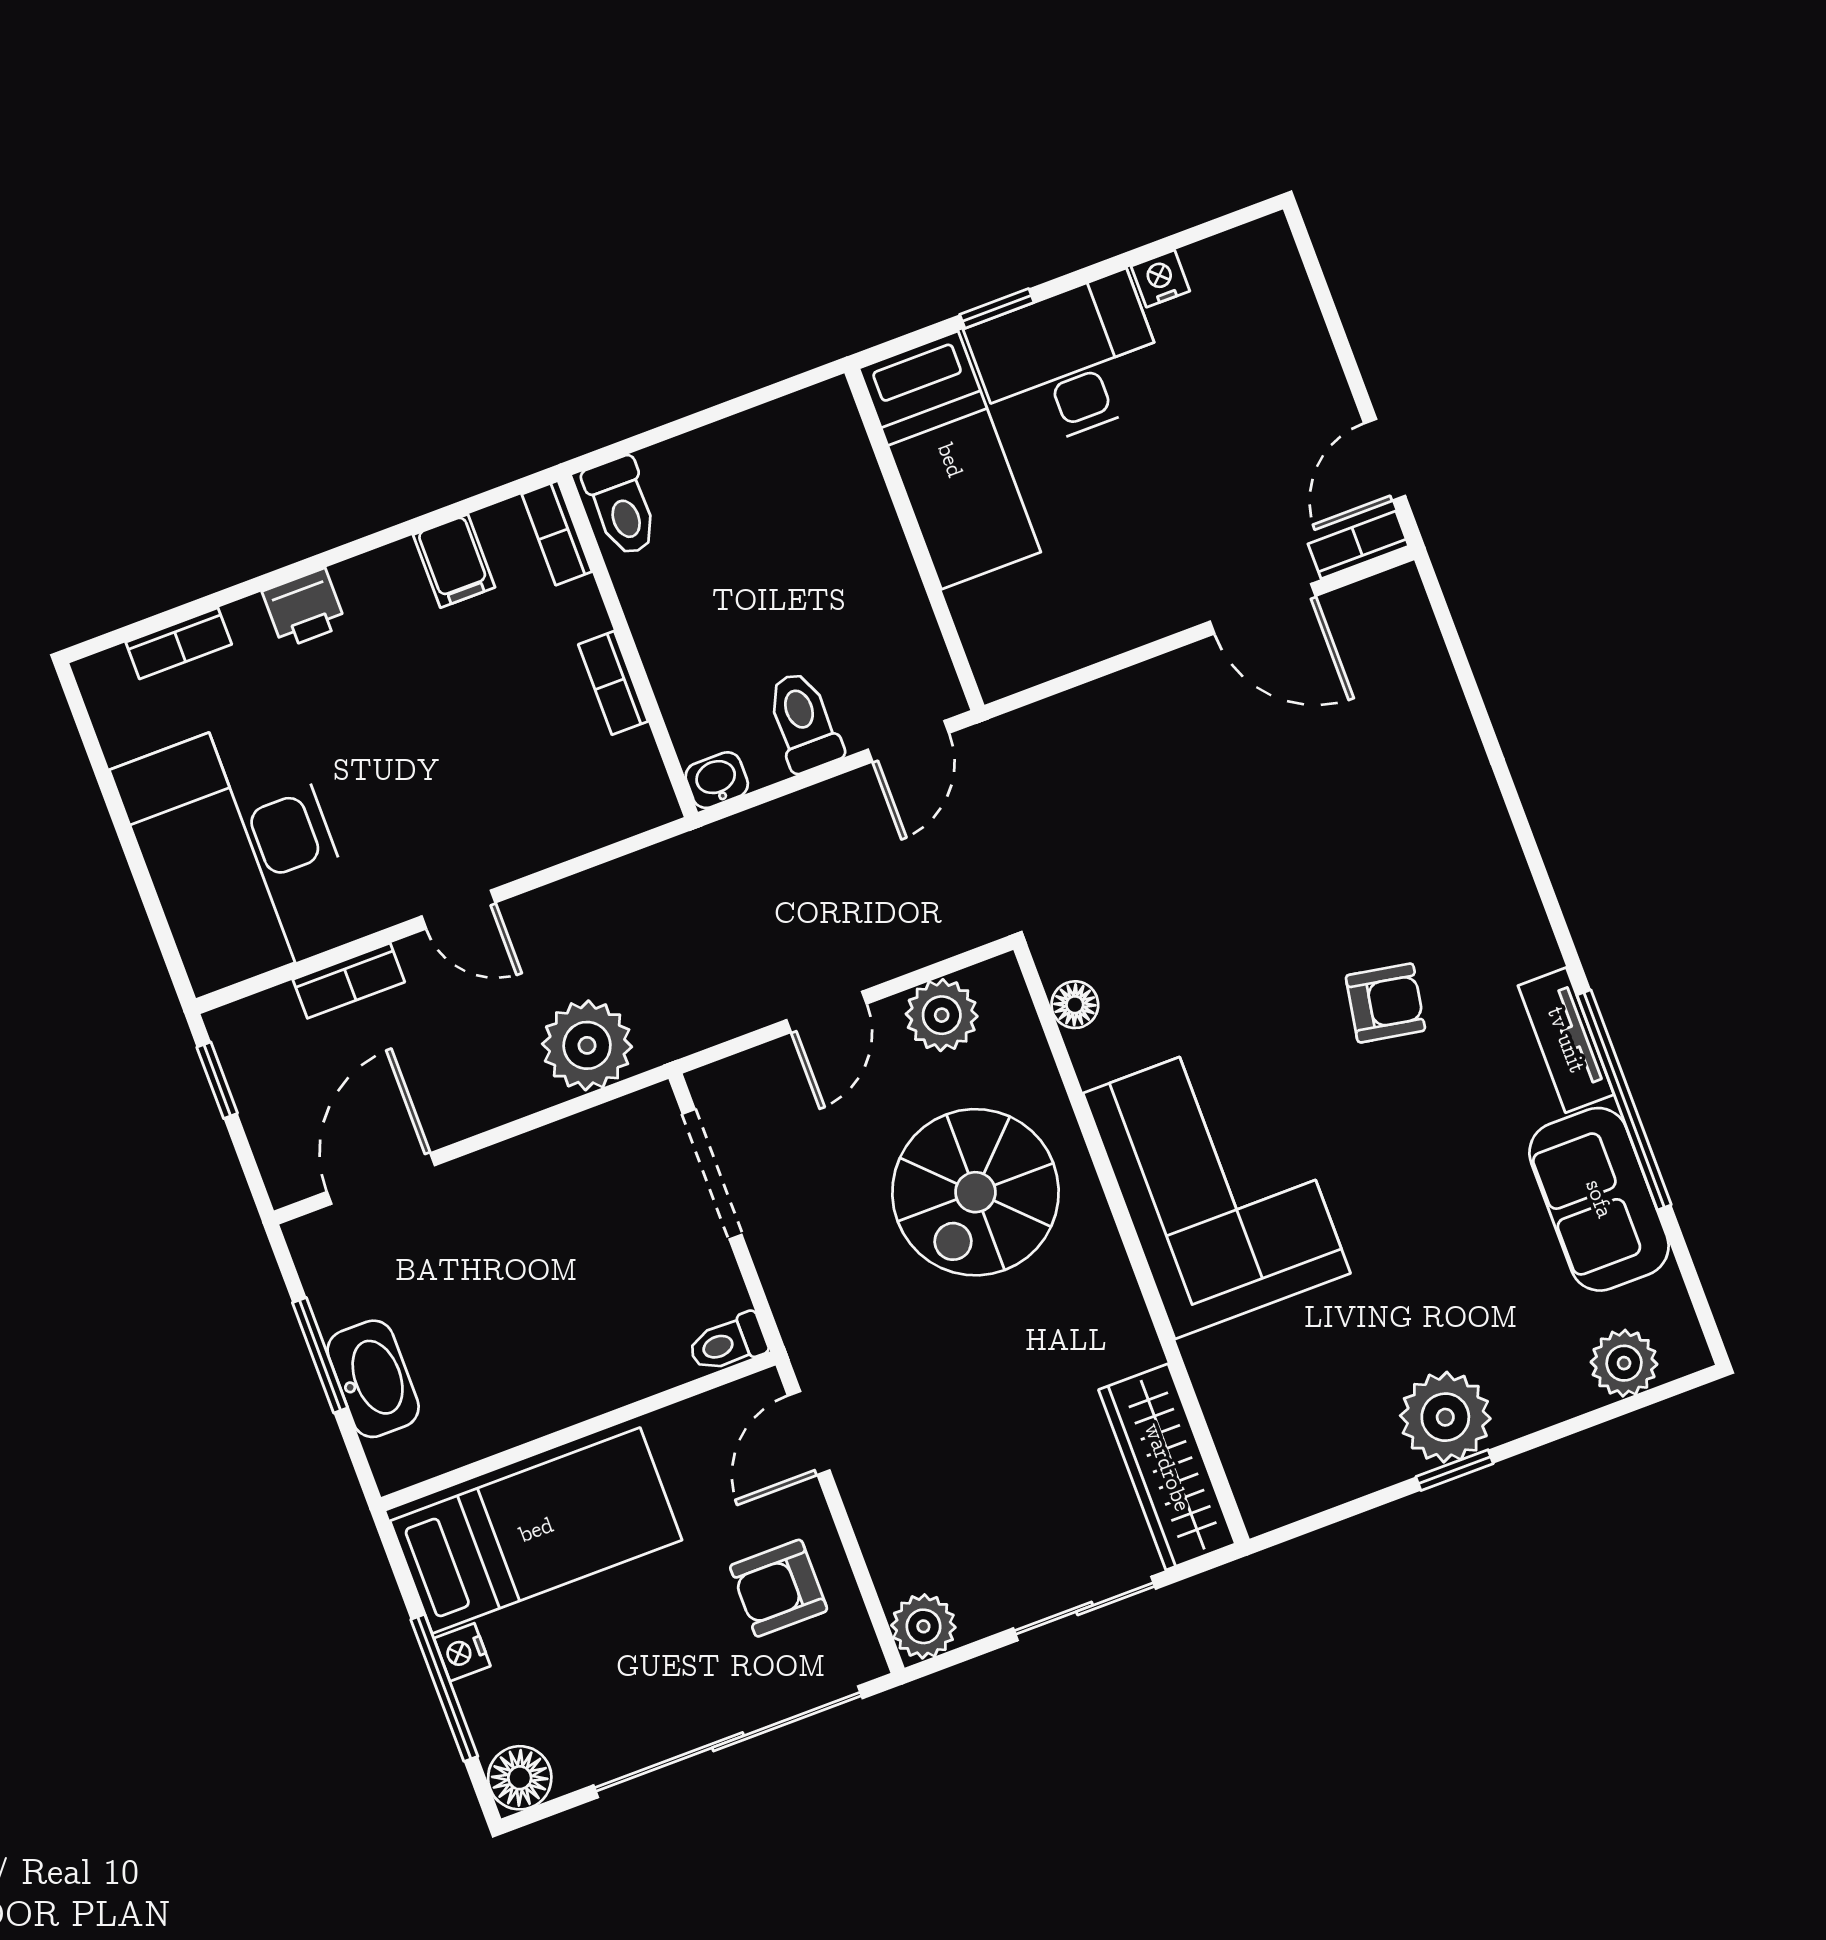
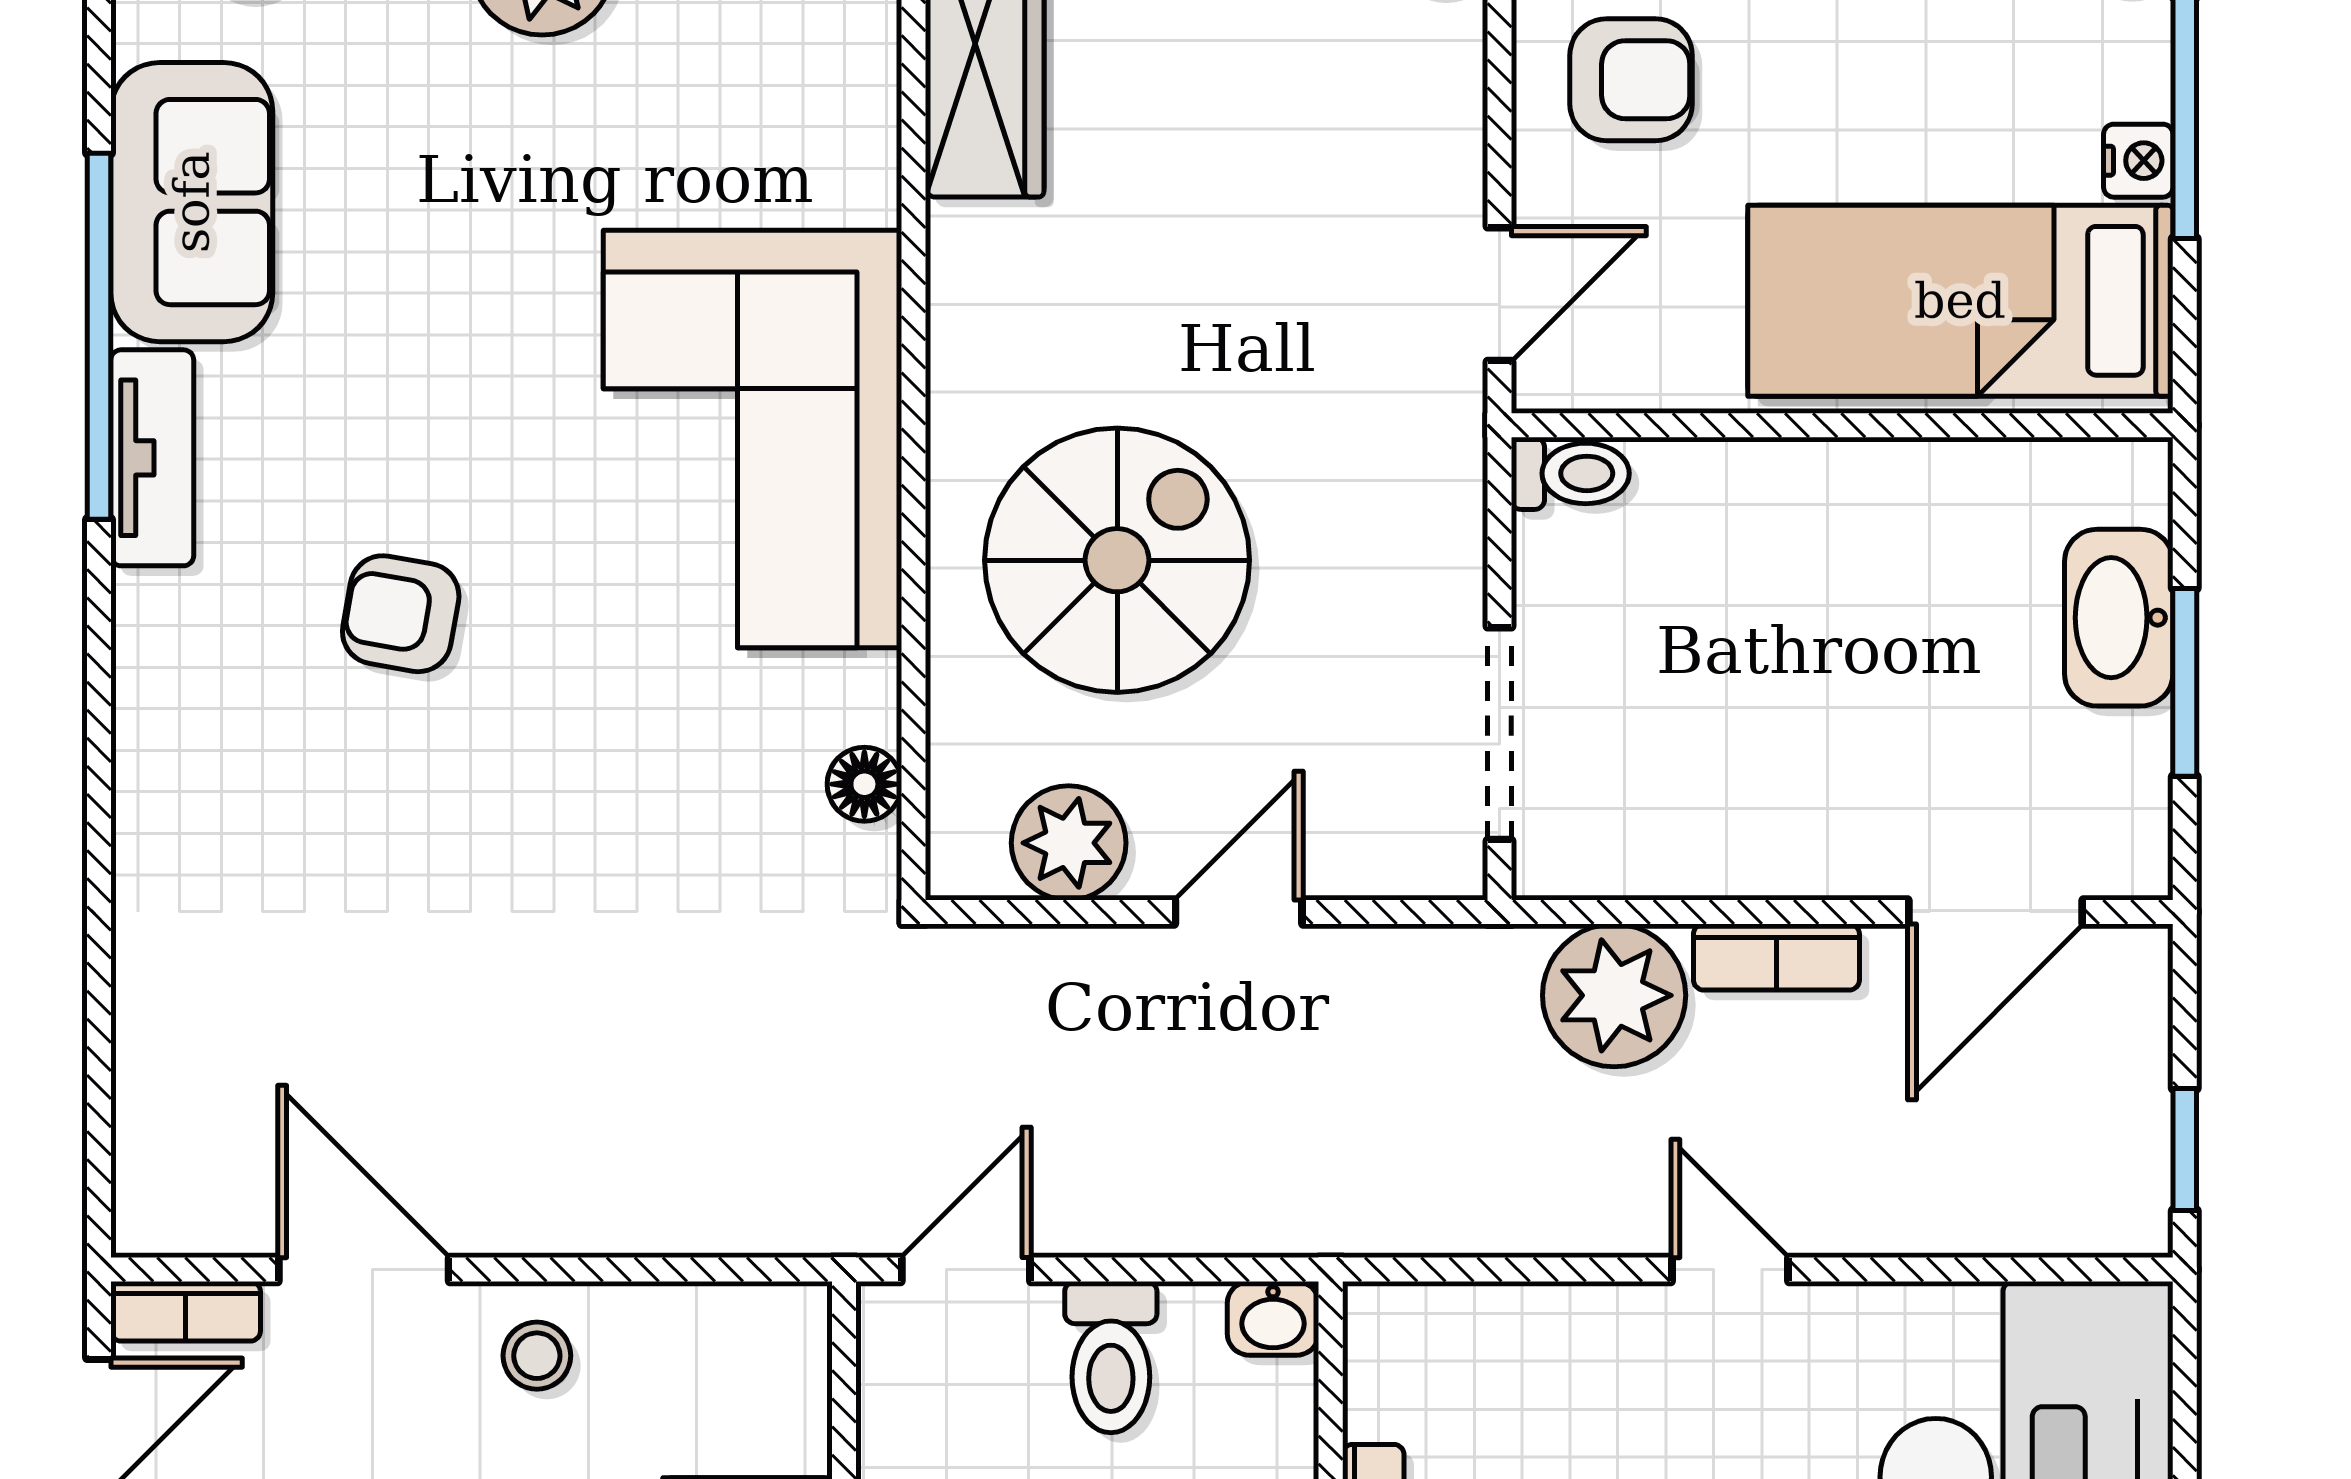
stool: (1142, 596) -> (537, 1356), added
bookcase: (349, 981) -> (1776, 957), moved, turned 180

